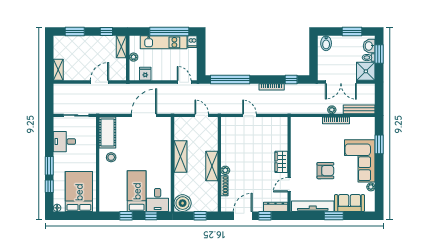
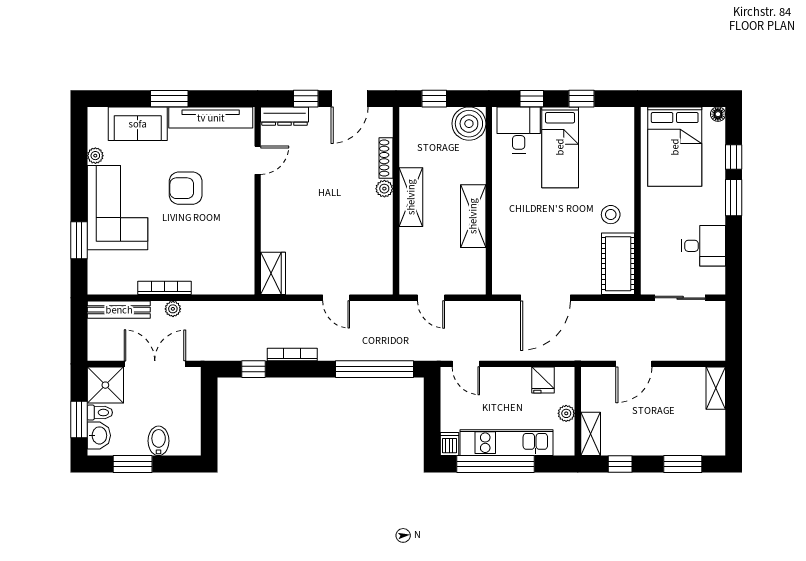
bidet: (326, 43) -> (159, 441), moved
wardrobe: (281, 162) -> (273, 273), moved

